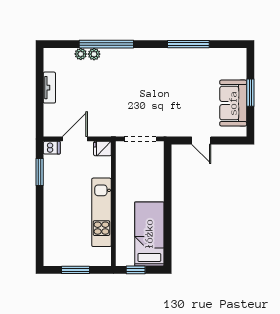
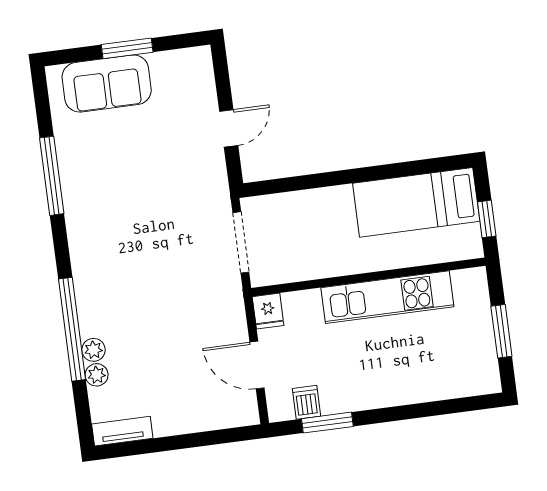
tv unit: (49, 88) -> (122, 431), moved
sofa: (233, 103) -> (107, 84), moved
dishwasher: (52, 148) -> (307, 402), moved

